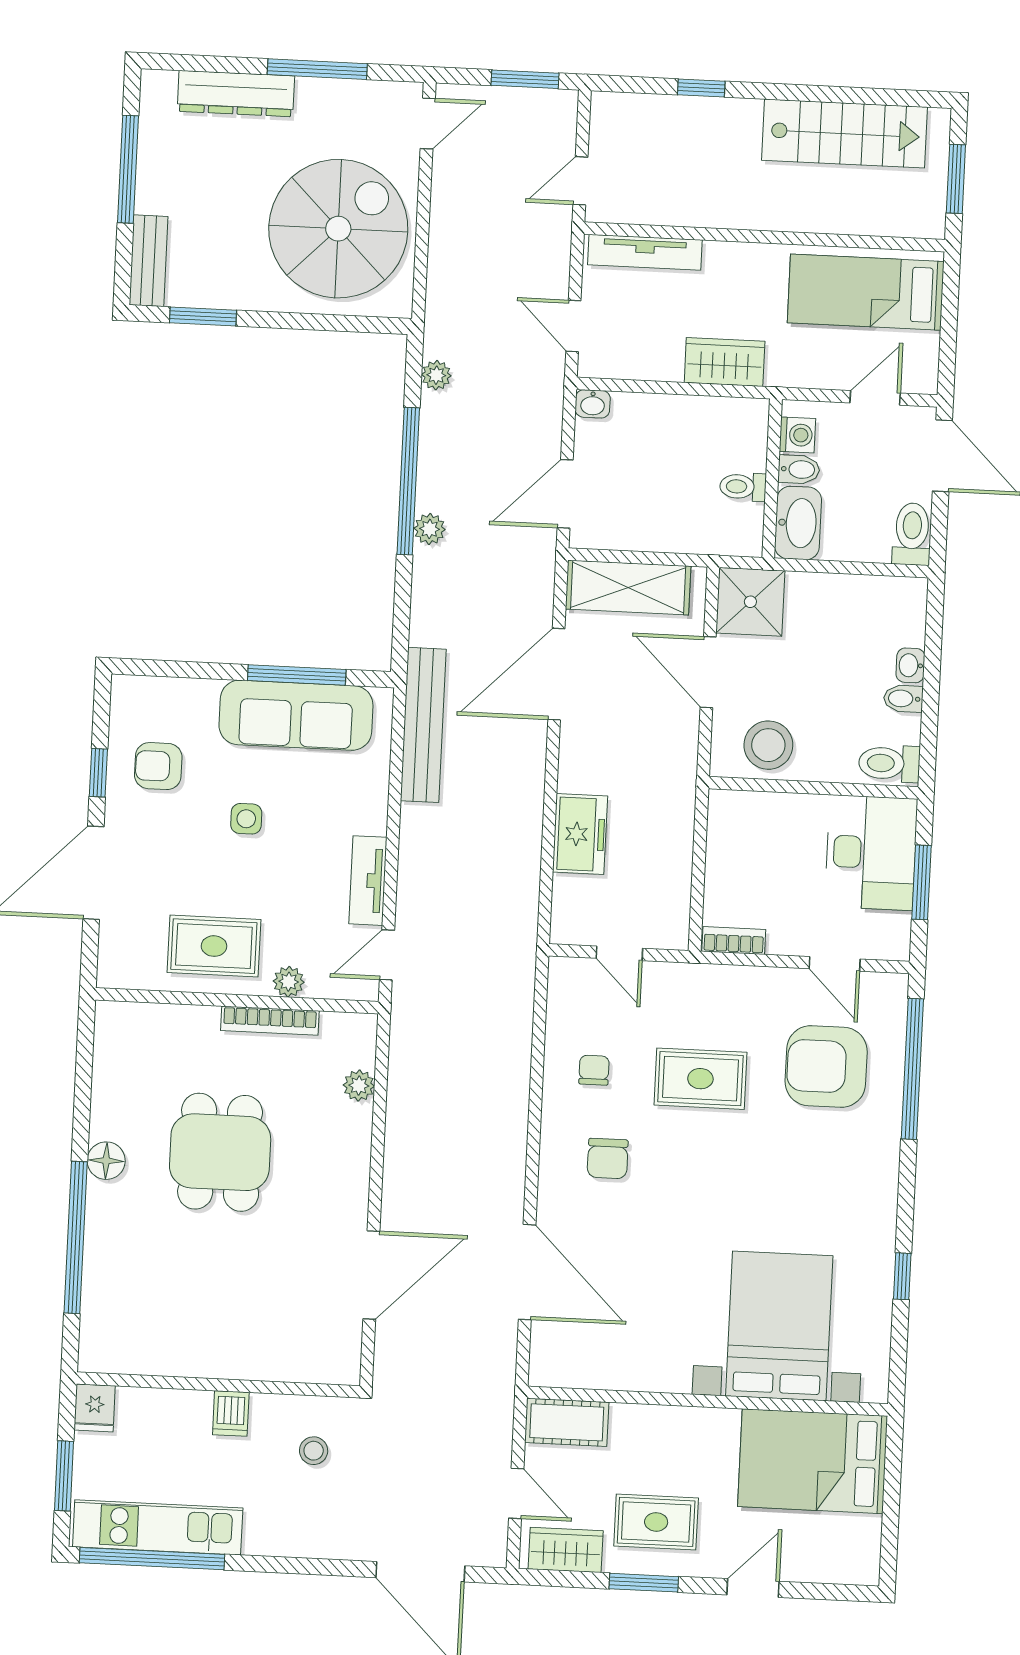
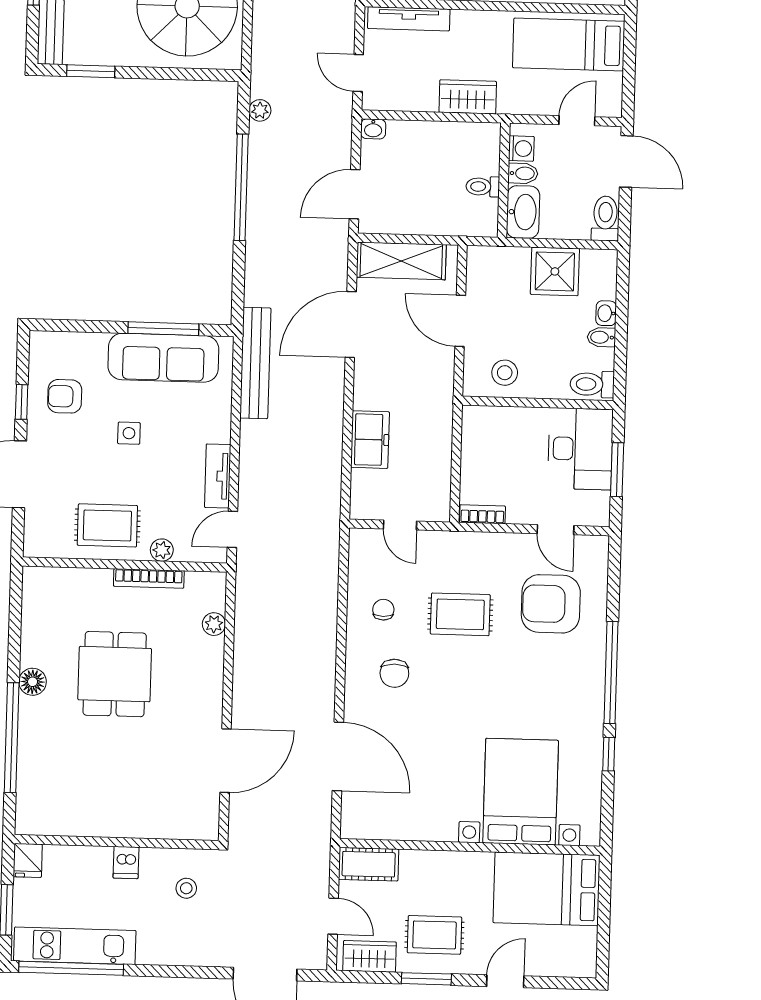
plant: (430, 529) -> (257, 221), removed
shower: (750, 602) -> (555, 271), moved
stool: (768, 745) -> (505, 373), width x0.73, depth x0.73
window: (912, 1069) -> (611, 673), moved

